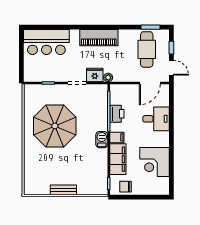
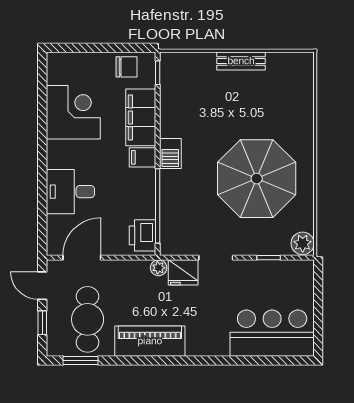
piano: (99, 38) -> (150, 341), moved
plant: (30, 91) -> (303, 243), added
printer: (117, 114) -> (142, 235), moved

